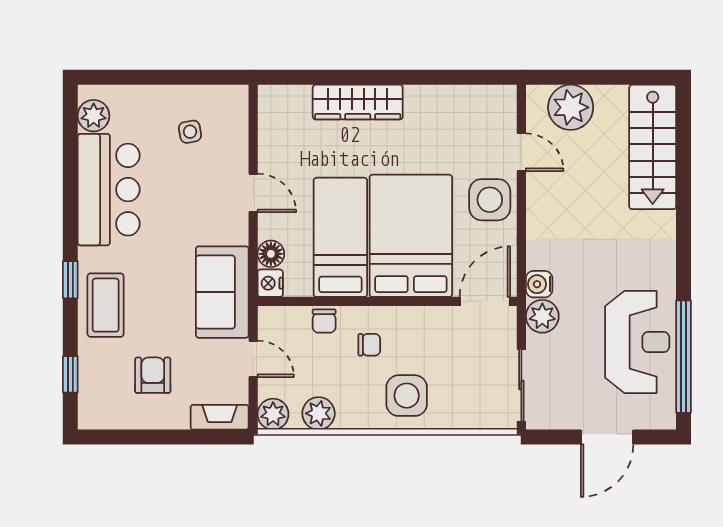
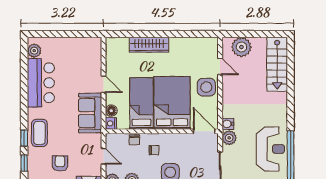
side table: (190, 132) -> (76, 58), removed
window: (70, 280) -> (24, 138), moved
sofa: (222, 292) -> (90, 113), moved
door: (485, 301) -> (204, 131), hinge flipped

